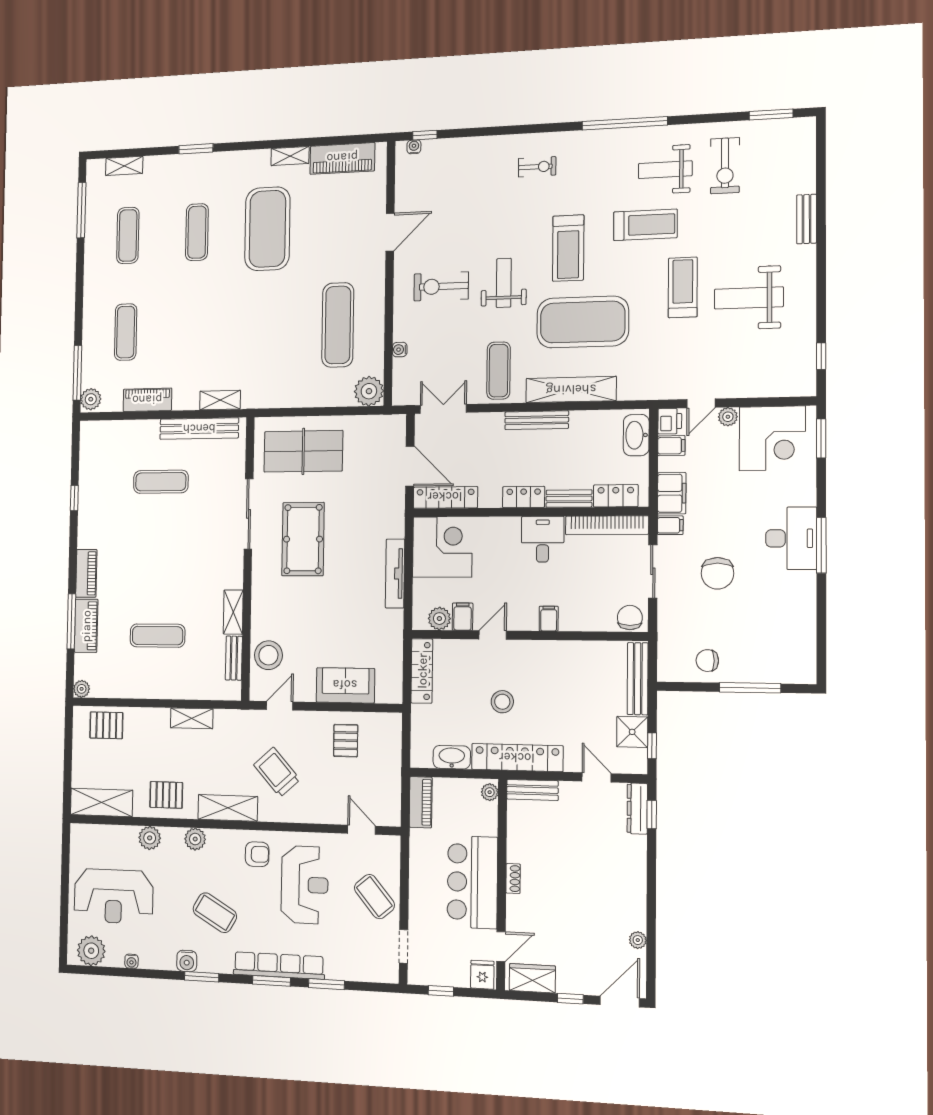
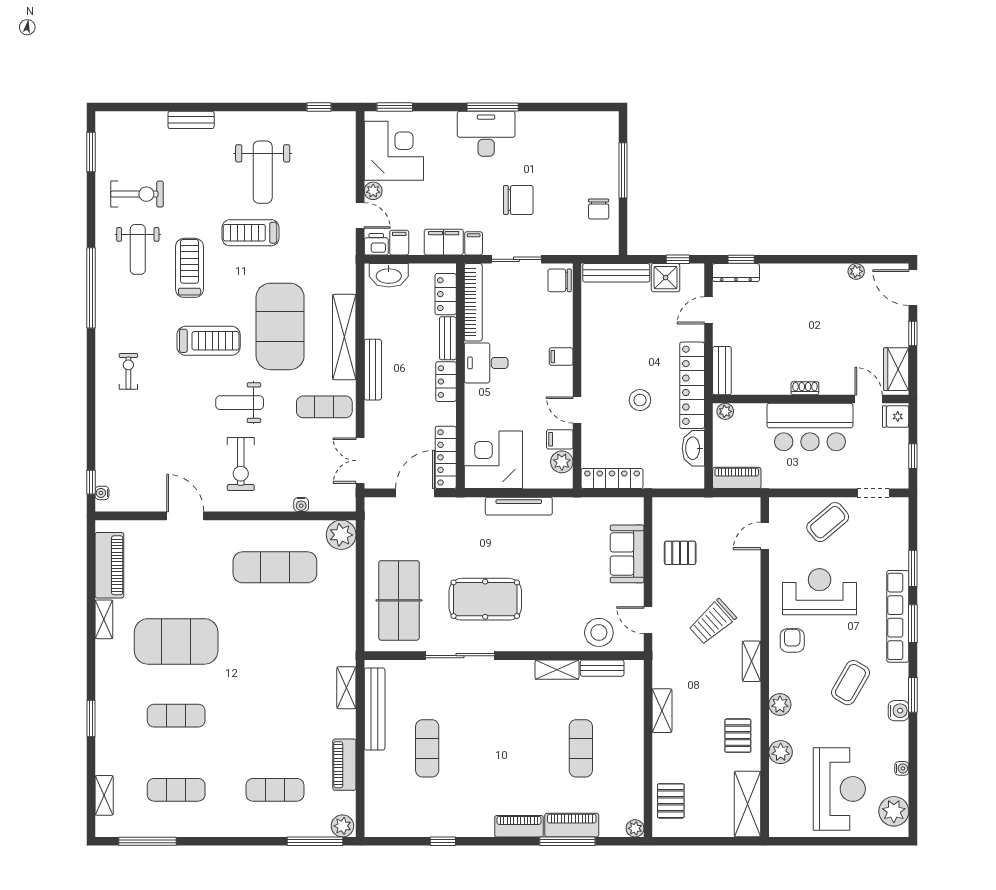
shelving: (228, 808) -> (751, 661), width x0.67, depth x0.75

